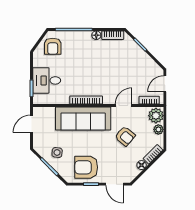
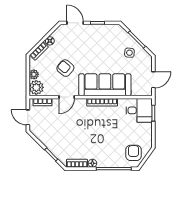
desk: (47, 80) -> (139, 110), moved
door: (165, 84) -> (28, 117), swing flipped
armchair: (86, 167) -> (102, 39), removed

